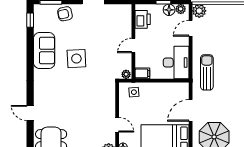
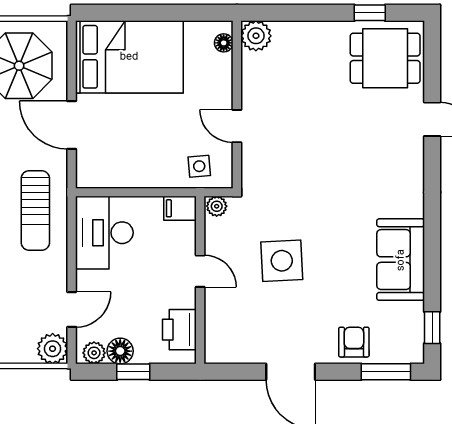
armchair: (65, 14) -> (354, 342), turned -78
door: (133, 45) -> (200, 271), hinge flipped
side table: (76, 59) -> (282, 261), moved
door: (191, 110) -> (72, 125), swing flipped
door: (117, 125) -> (237, 126), moved

